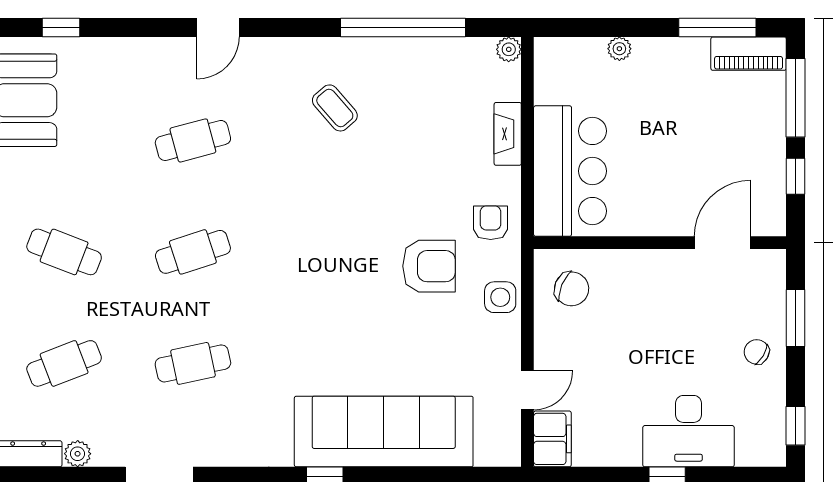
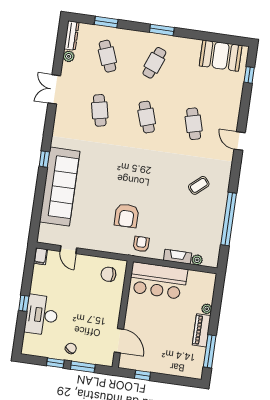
plant: (509, 49) -> (197, 260), moved
piano: (749, 54) -> (201, 330), moved
window: (795, 98) -> (175, 380), removed
armchair: (491, 223) -> (141, 244), turned -90
chair: (572, 289) -> (108, 274), turned 67
side table: (500, 297) -> (109, 244), removed
window: (795, 426) -> (55, 363), moved
filing cabinet: (552, 439) -> (41, 256), width x0.50

